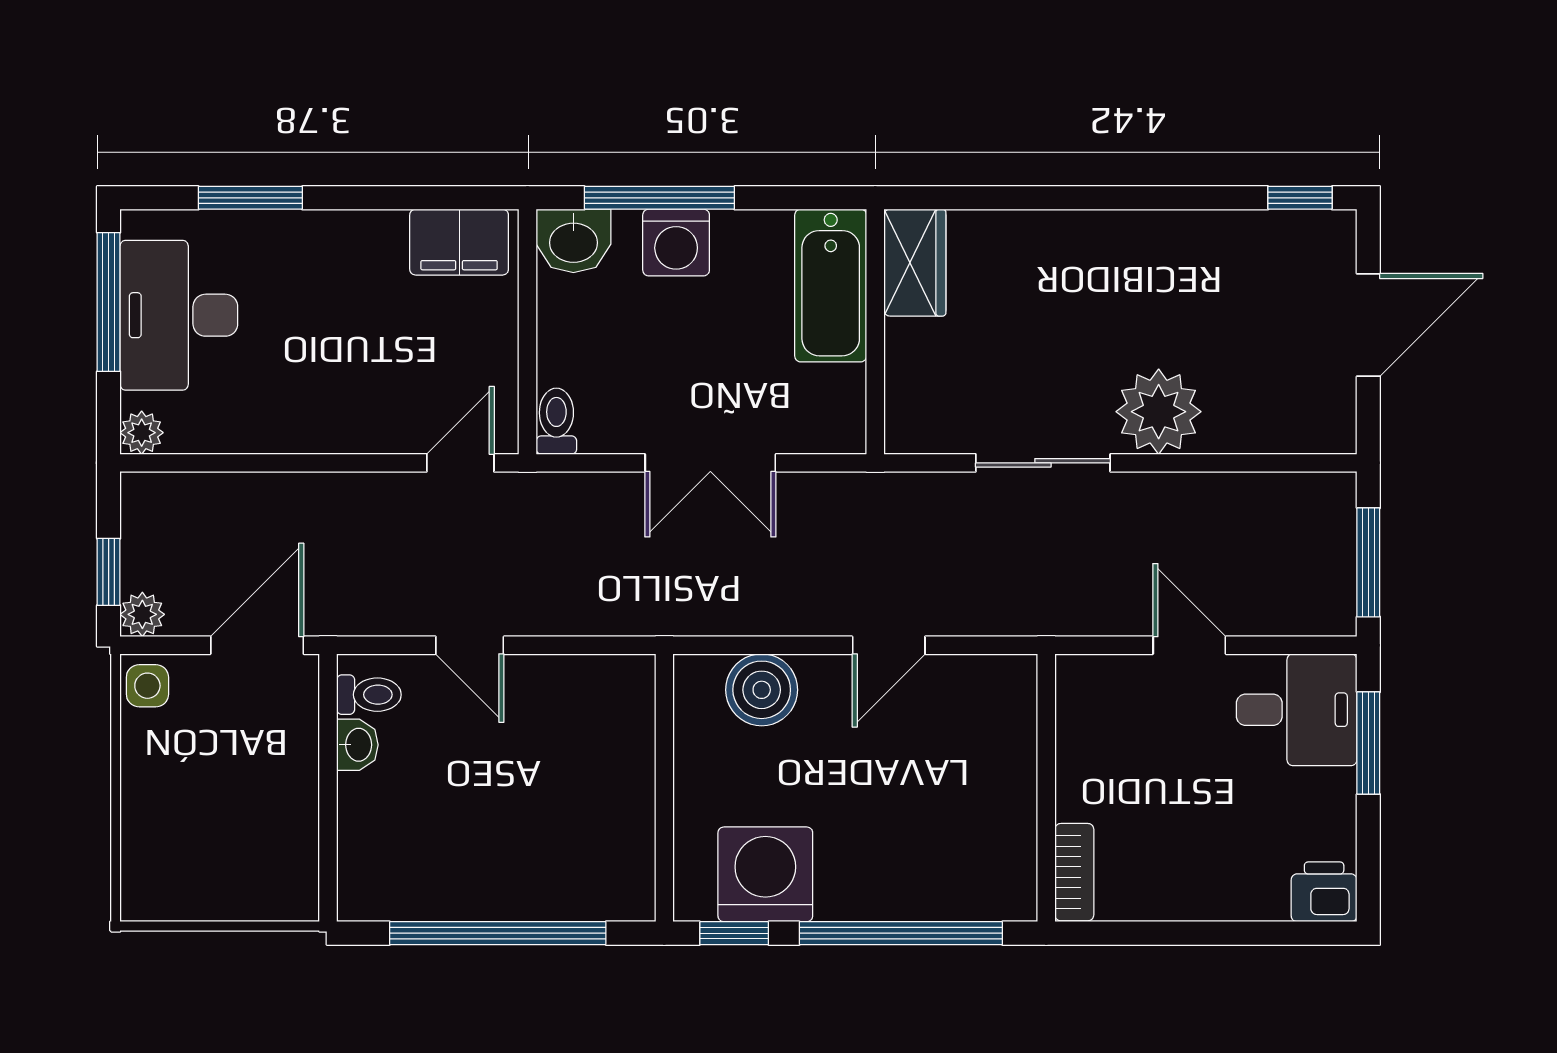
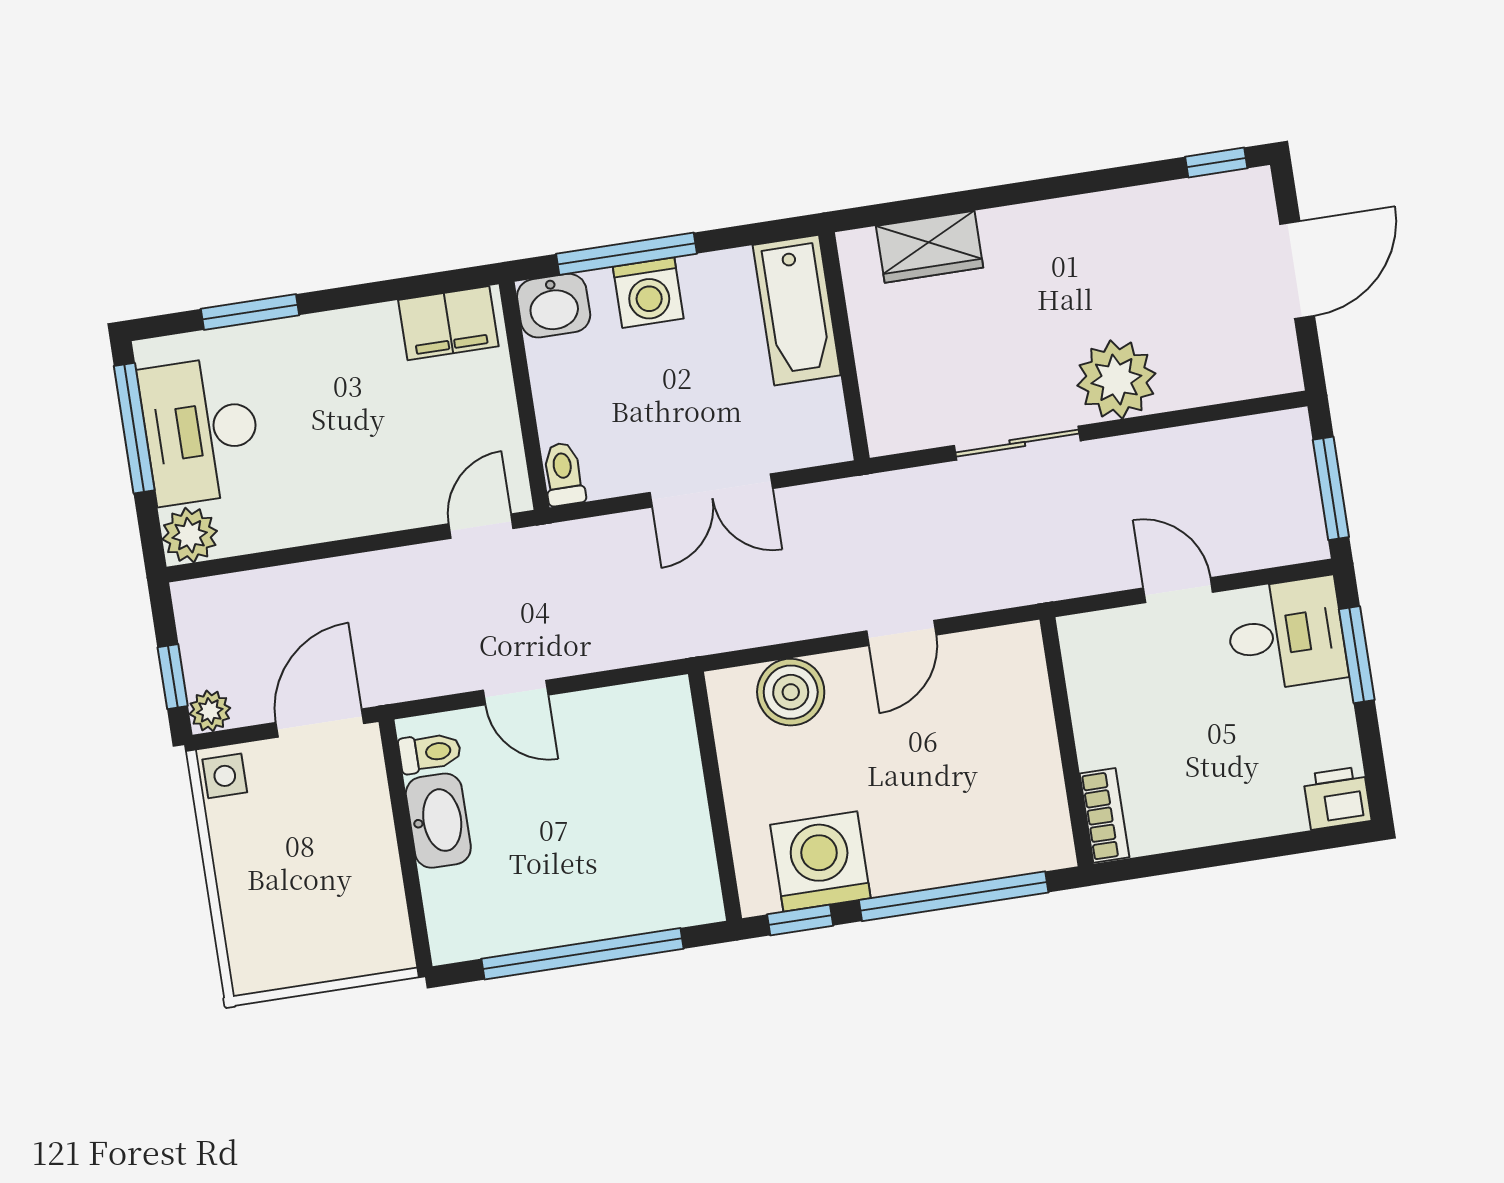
wardrobe: (915, 263) -> (930, 247), moved, turned 90
plant: (142, 433) -> (190, 535), width x1.38, depth x1.38
washbasin: (357, 745) -> (438, 821), width x1.91, depth x1.45

